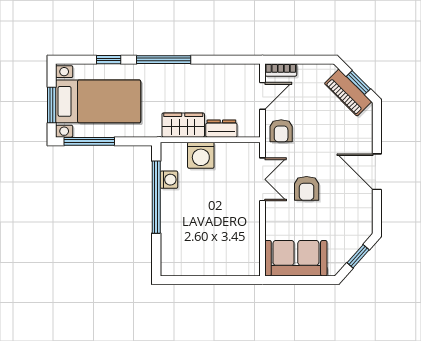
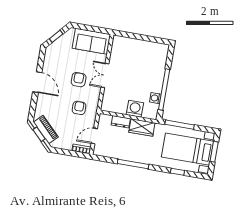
window: (164, 60) -> (133, 164), moved
armchair: (281, 131) -> (79, 108), moved
window: (89, 141) -> (180, 125), moved
double door: (263, 179) -> (105, 75), moved

